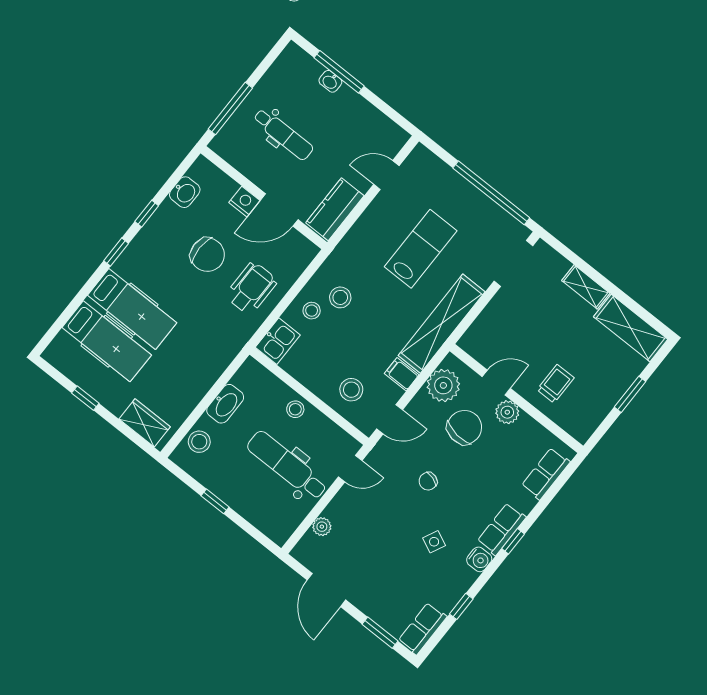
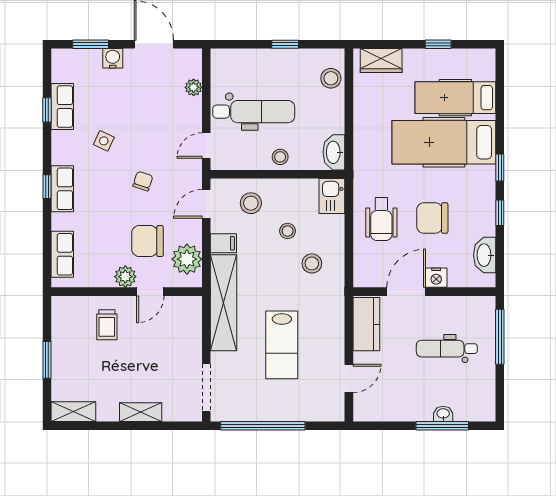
washbasin: (185, 192) -> (485, 255), width x1.38
hospital bed: (132, 309) -> (444, 142), width x1.37, depth x1.29
stool: (312, 311) -> (288, 231), moved
shelving: (631, 328) -> (73, 412), width x0.67, depth x0.75
washbasin: (225, 404) -> (334, 152), moved
chair: (464, 427) -> (148, 241), turned 83
water cooler: (479, 559) -> (113, 58), moved, turned 90
row of seats: (423, 629) -> (62, 107), moved

